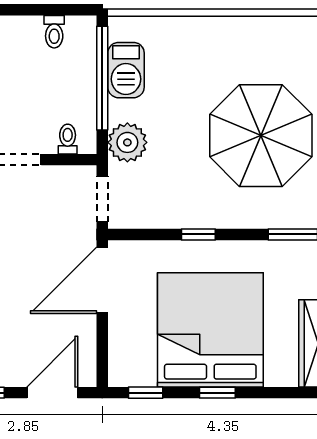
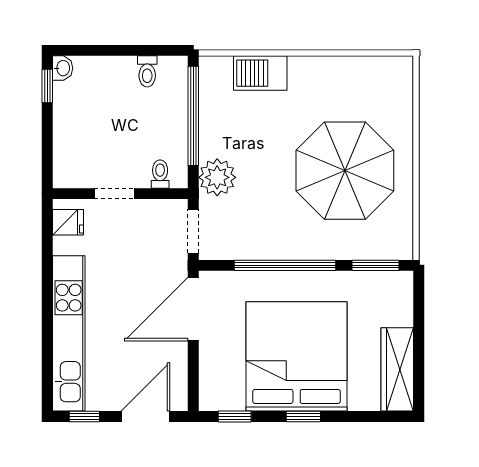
barbecue: (126, 70) -> (260, 73), moved, turned 90
window: (198, 234) -> (285, 265), width x3.17

